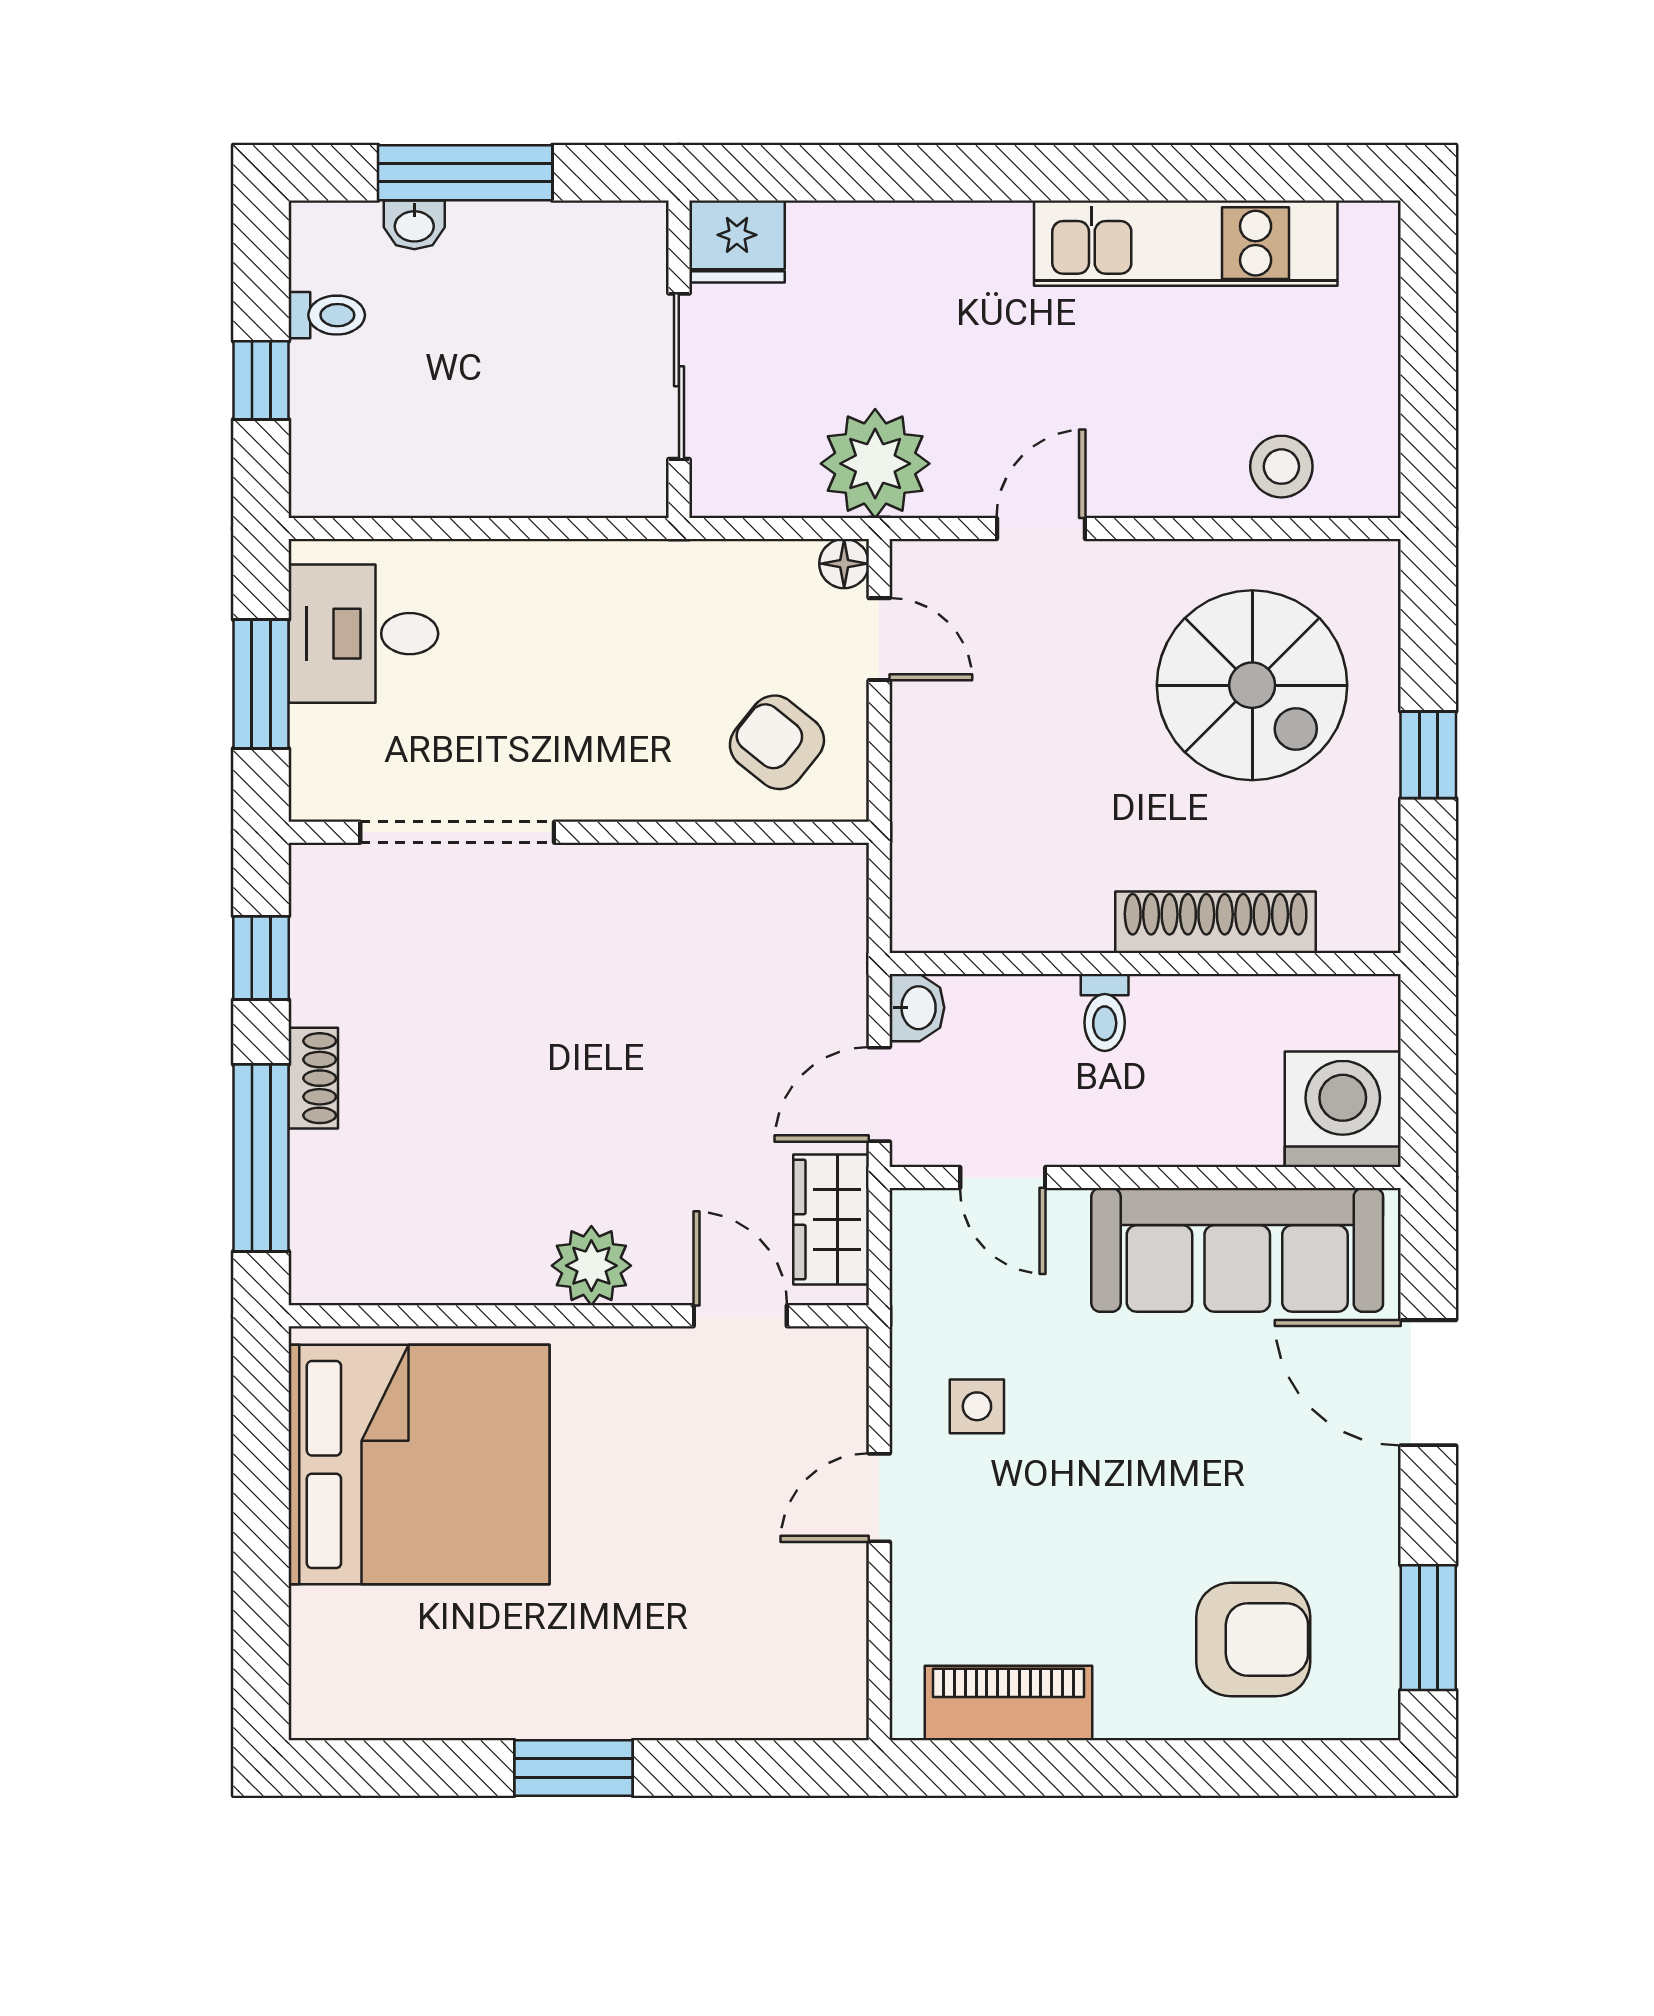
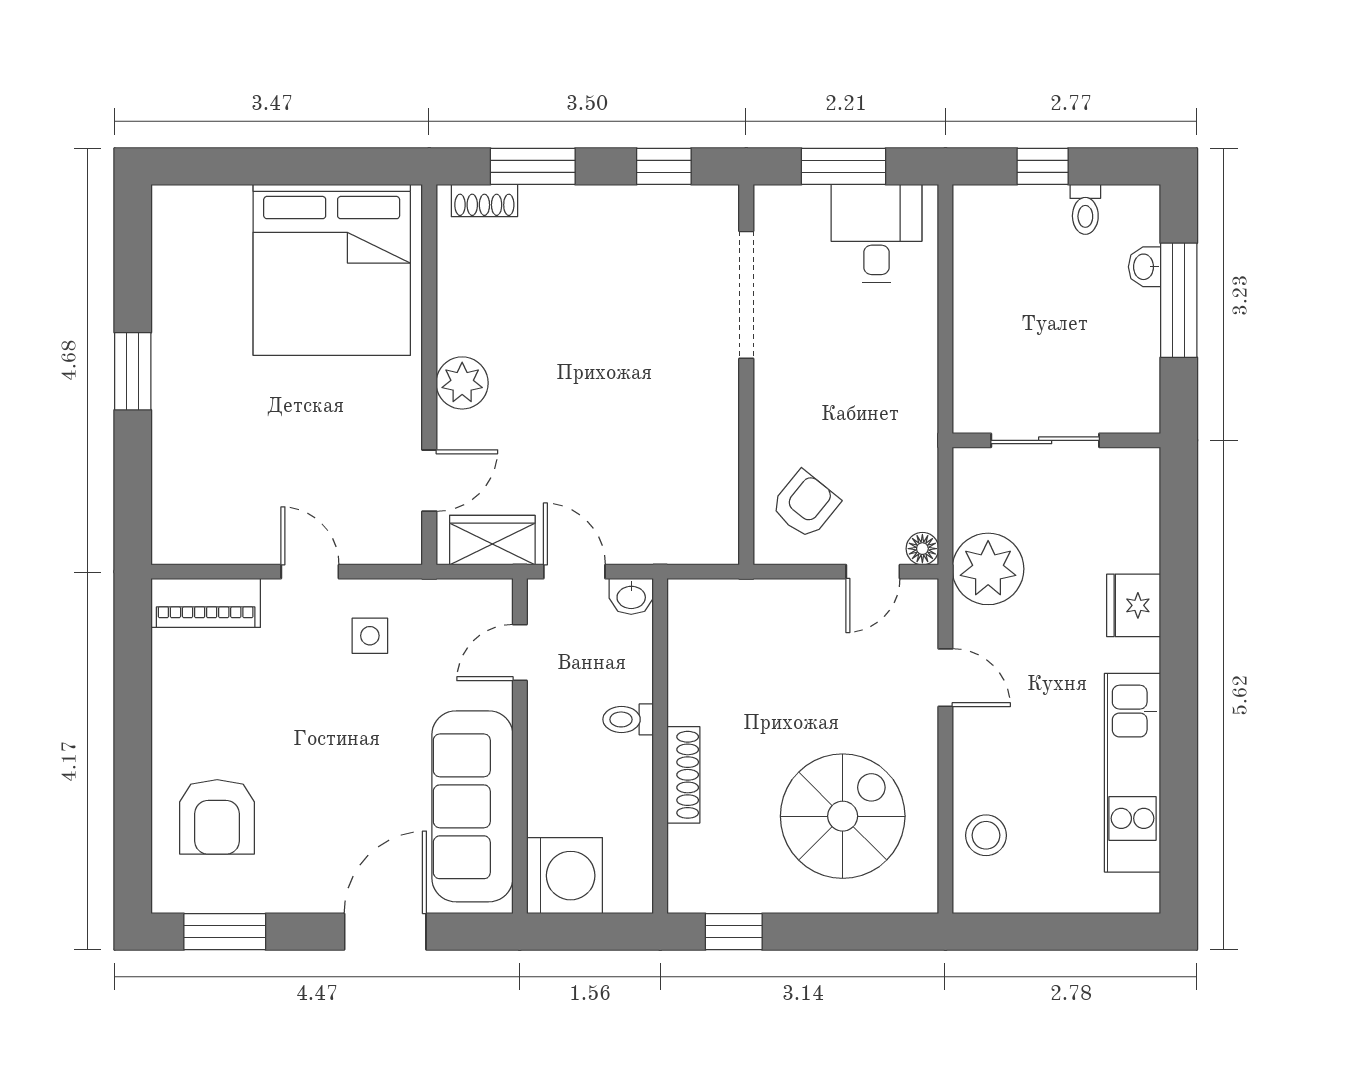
fridge: (737, 241) -> (1134, 605), moved
spiral stairs: (1252, 685) -> (843, 816), turned 180
window: (1428, 755) -> (734, 932), moved
shoe rack: (1216, 922) -> (683, 775), width x0.74, depth x0.81
shoe rack: (313, 1078) -> (484, 201), moved
window: (261, 1158) -> (533, 166), width x0.69
piano: (1008, 1703) -> (206, 603), moved, turned 90

